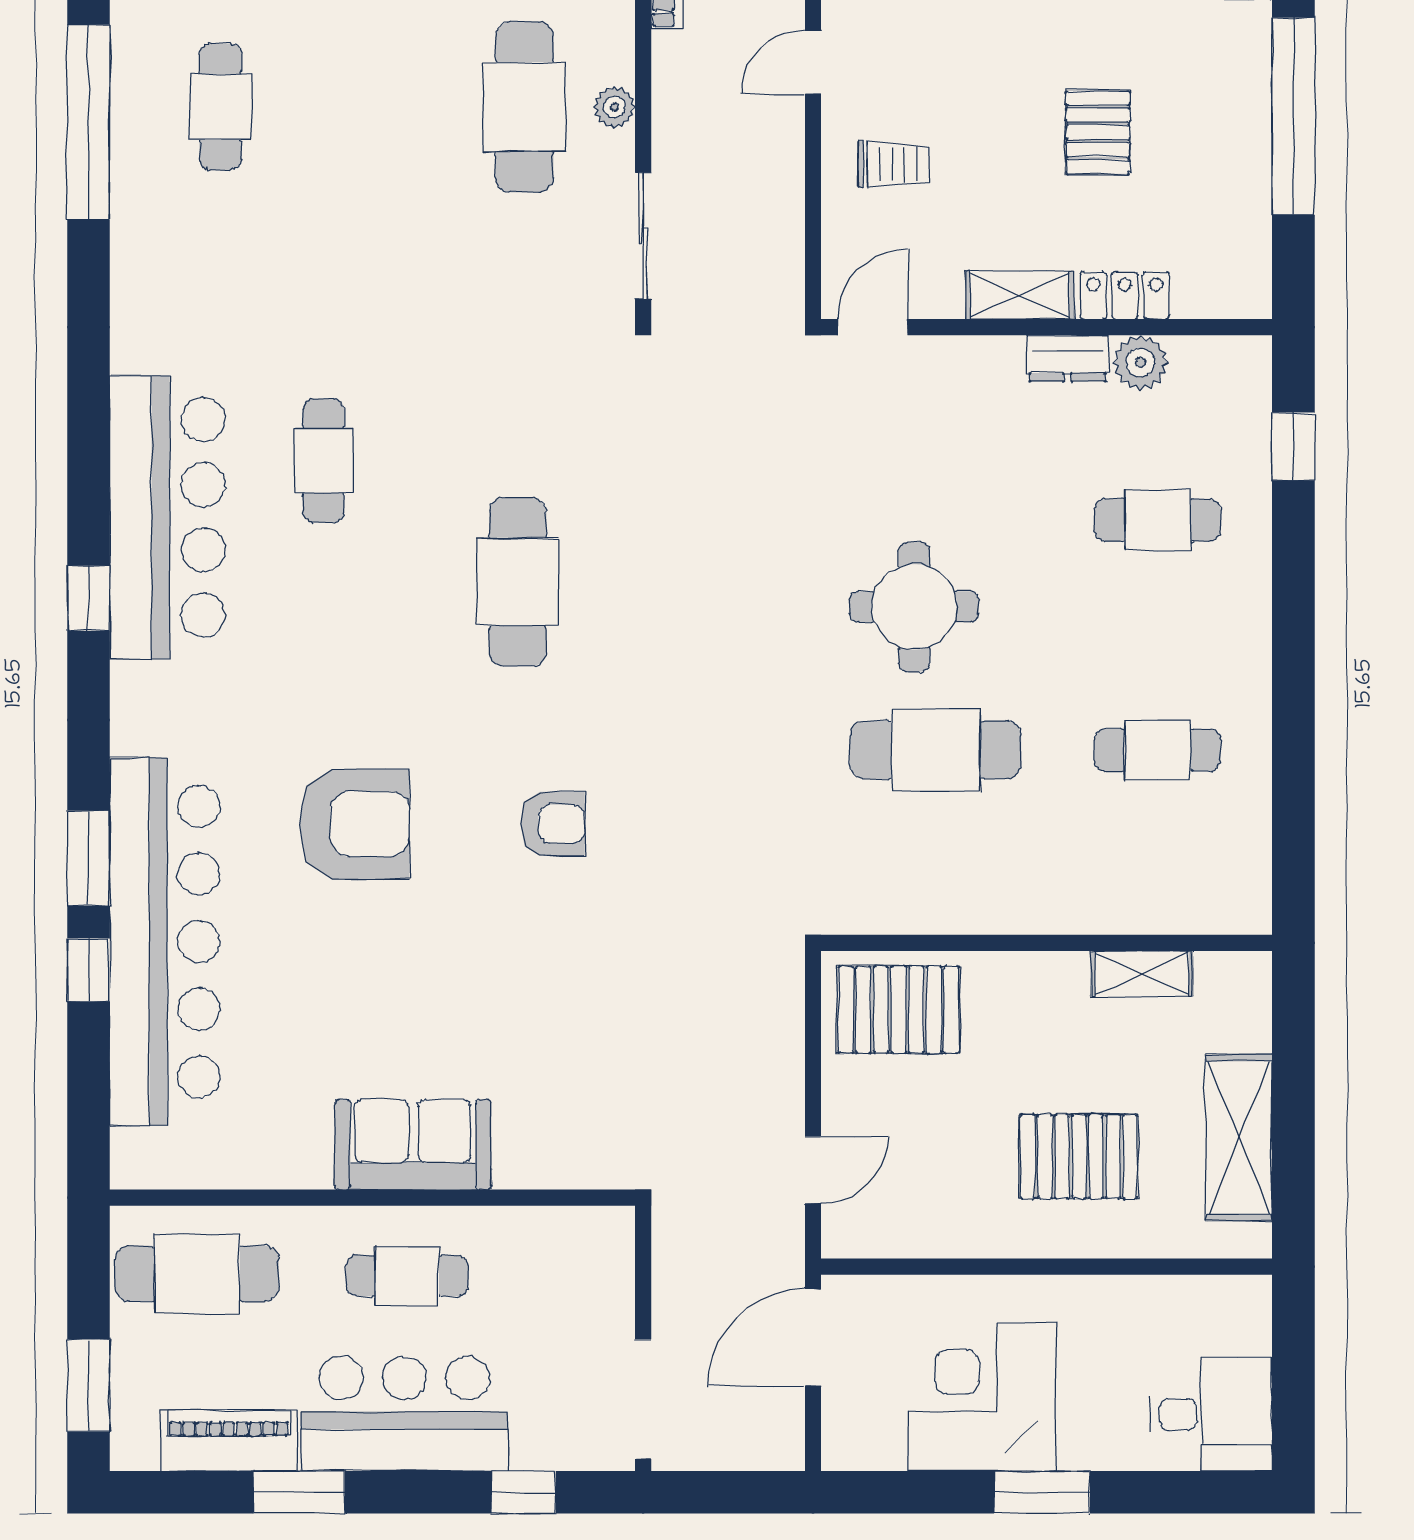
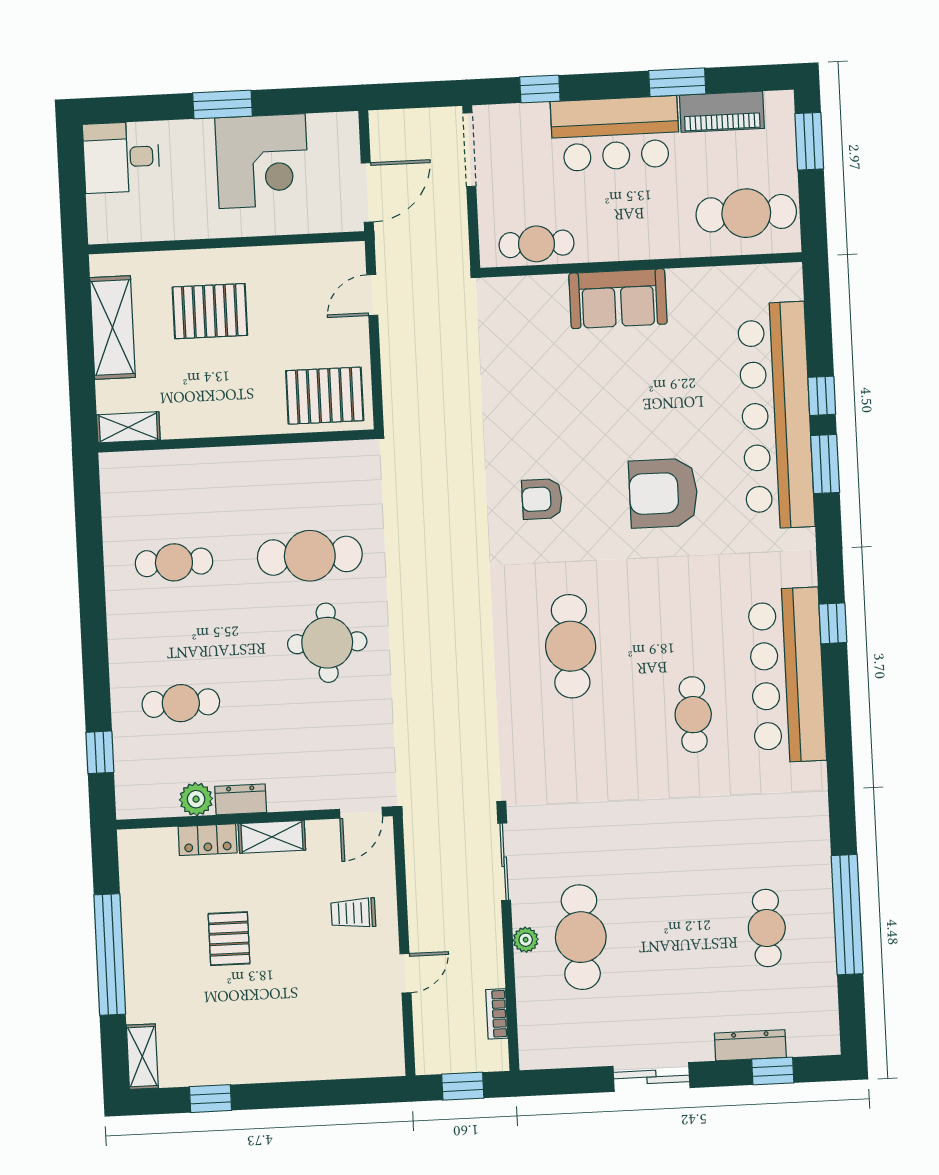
shelving: (1142, 974) -> (128, 427), moved
cafe table: (407, 1276) -> (537, 244), moved

